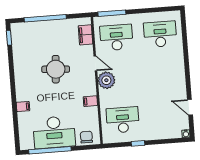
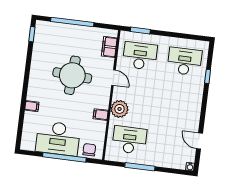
window: (112, 13) -> (140, 30), width x0.69
window: (185, 44) -> (208, 76), added
round table: (56, 69) -> (72, 75), width x1.36, depth x1.36
plant: (106, 80) -> (120, 109), moved
window: (138, 143) -> (140, 167), width x2.17
window: (50, 150) -> (64, 157), moved

